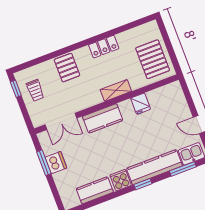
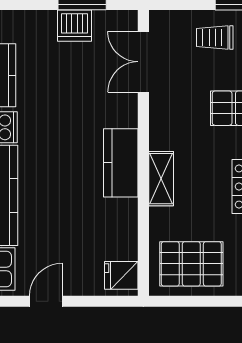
fridge: (141, 104) -> (121, 275), moved
kitchen counter: (103, 118) -> (121, 163), moved

